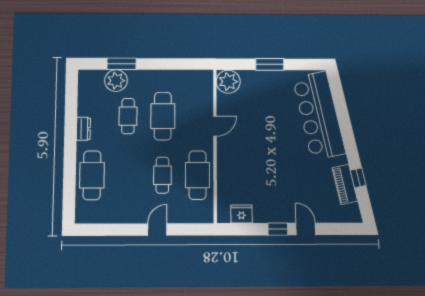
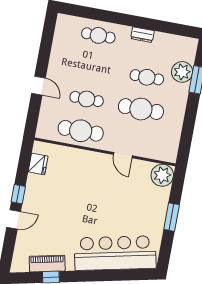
cafe table: (92, 175) -> (98, 35), width x0.73, depth x0.74

